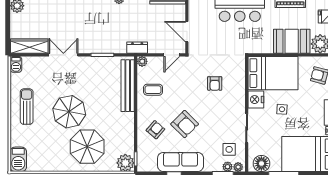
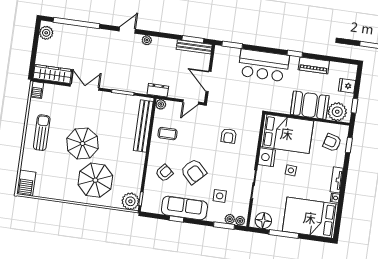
side table: (229, 149) -> (220, 196), moved

